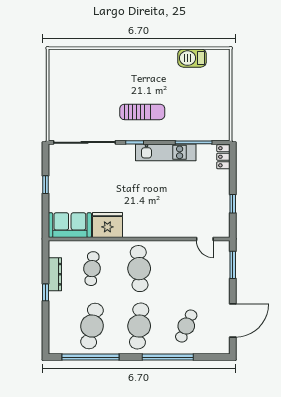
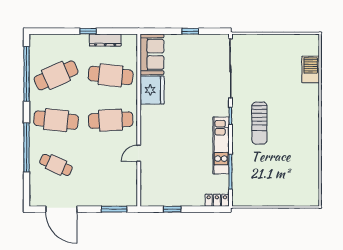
barbecue: (192, 58) -> (311, 69), moved
door: (205, 239) -> (139, 153), moved
cafe table: (92, 269) -> (111, 75), width x1.37, depth x1.35
cafe table: (92, 326) -> (56, 75), turned -36

